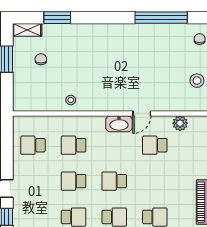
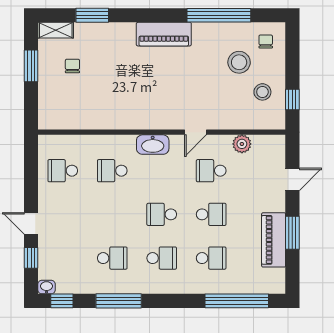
piano: (116, 33) -> (164, 34), added
stool: (71, 100) -> (239, 62), moved, width x1.89, depth x1.89
washbasin: (119, 124) -> (153, 145), moved
school desk: (74, 181) -> (211, 214), moved, turned 180

